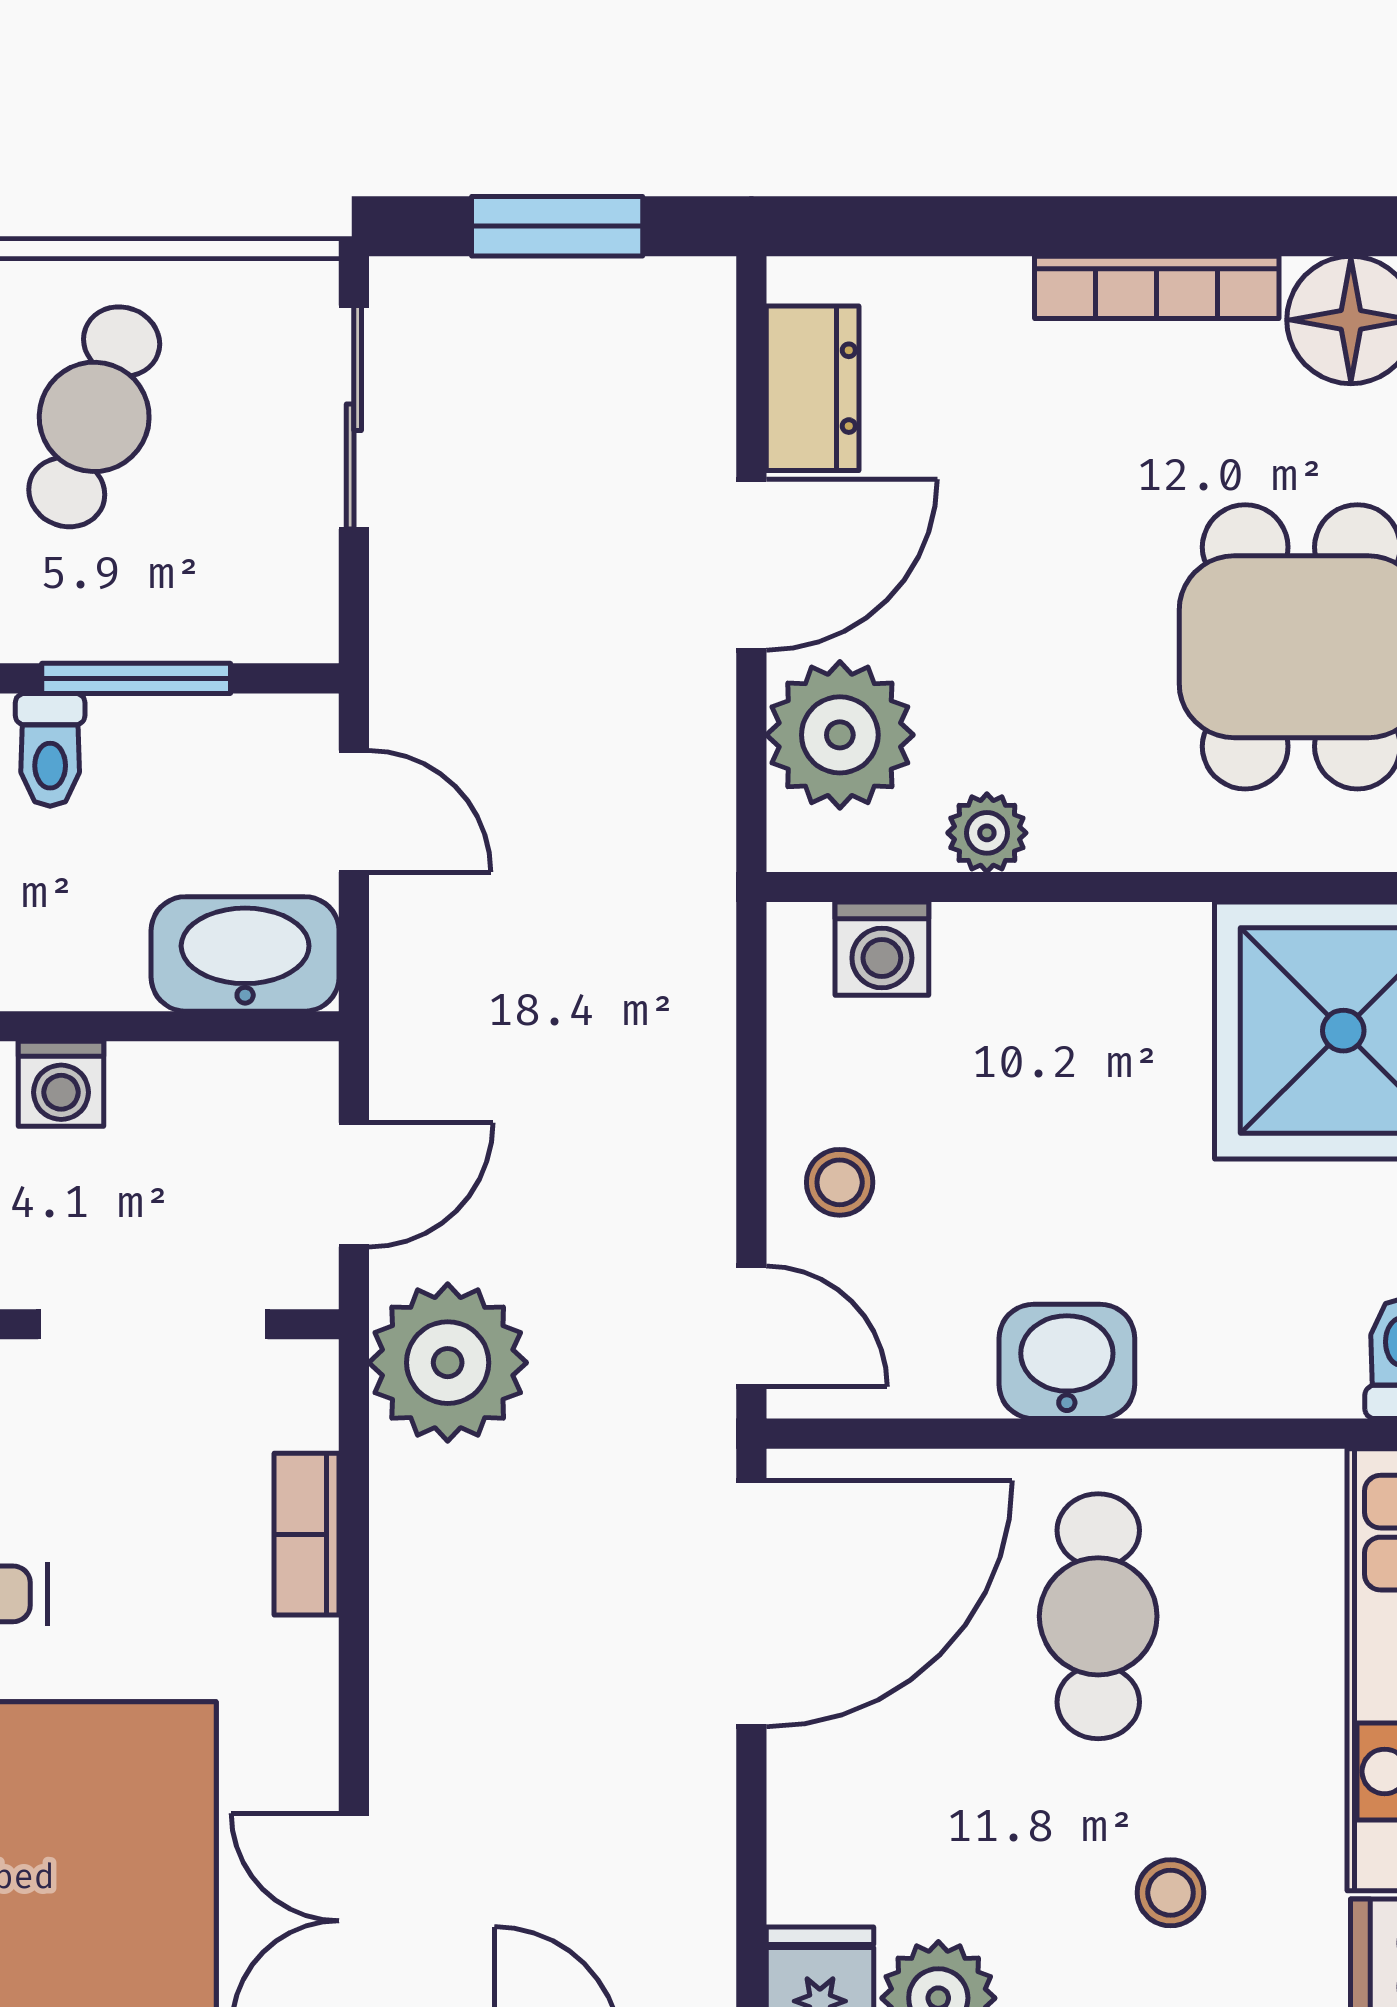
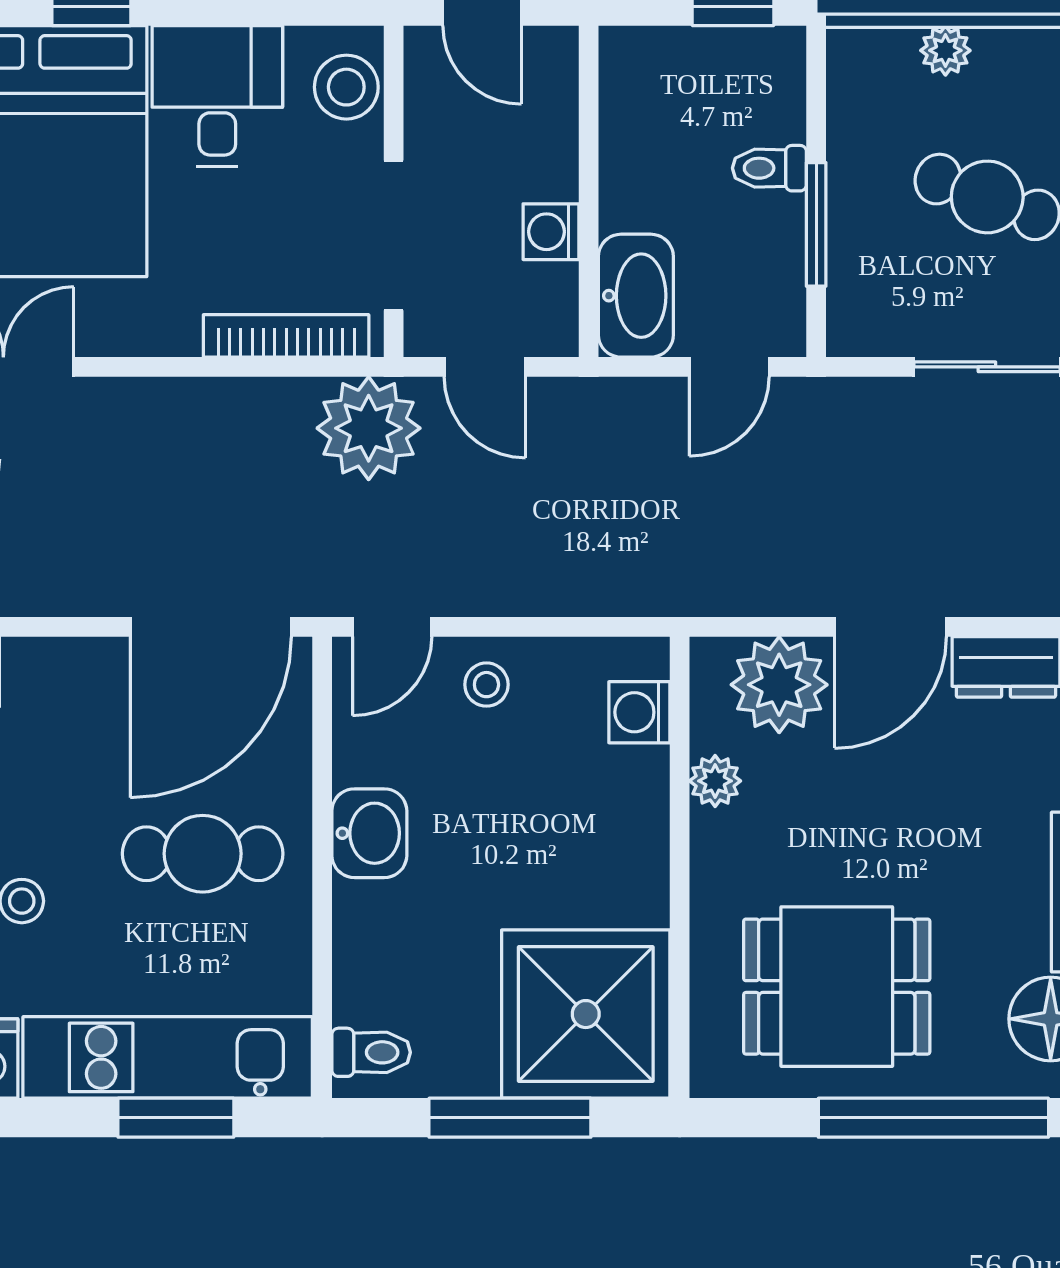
door: (751, 565) -> (891, 627), hinge flipped
washing machine: (61, 1084) -> (551, 232), moved
bookcase: (307, 1534) -> (286, 336), width x1.56
door: (751, 1604) -> (211, 627), hinge flipped

